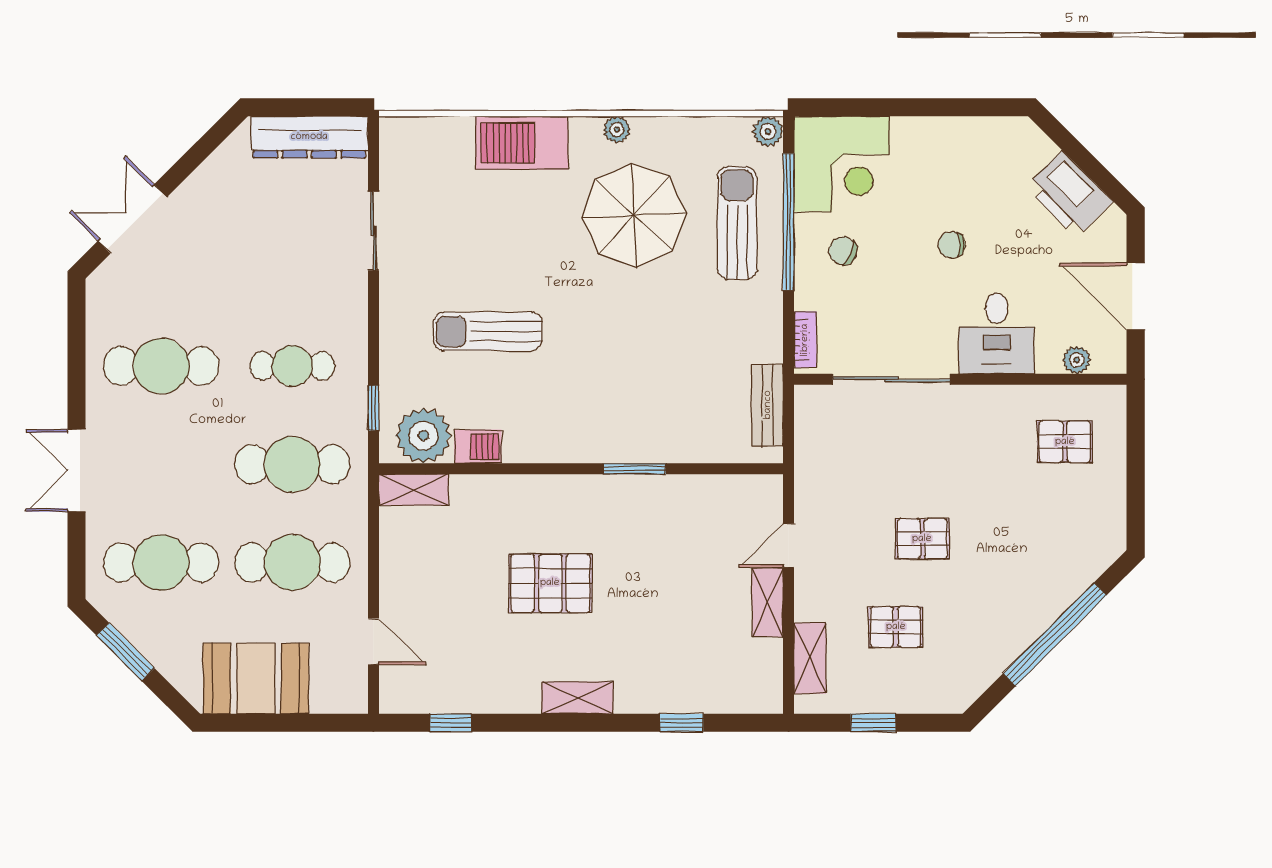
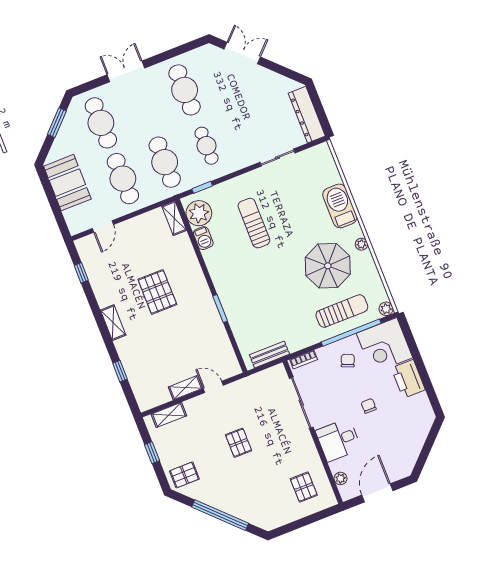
printer: (1069, 194) -> (408, 379), moved, turned -45
pallet: (896, 627) -> (184, 475), moved, turned 90

